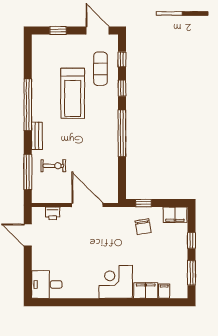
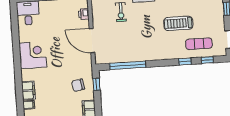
treadmill: (73, 93) -> (178, 23), width x0.73, depth x0.73
window: (122, 133) -> (128, 65), moved
door: (87, 205) -> (92, 41), swing flipped
corner desk: (116, 282) -> (33, 55), moved

